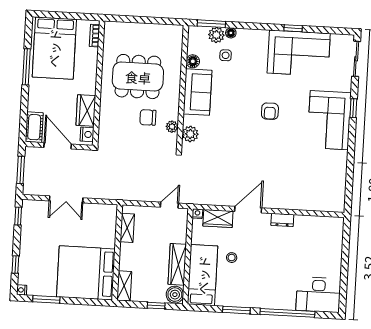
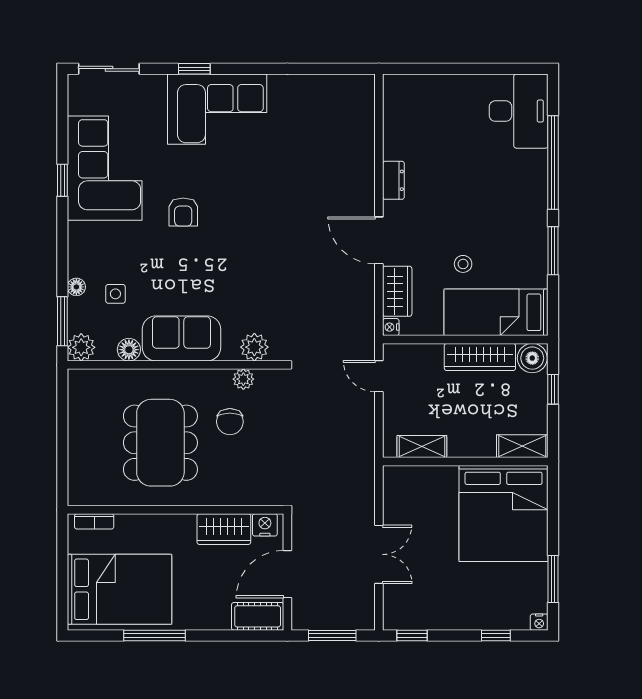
plant: (216, 35) -> (81, 347), moved
armchair: (270, 111) -> (183, 212), moved, turned 90

